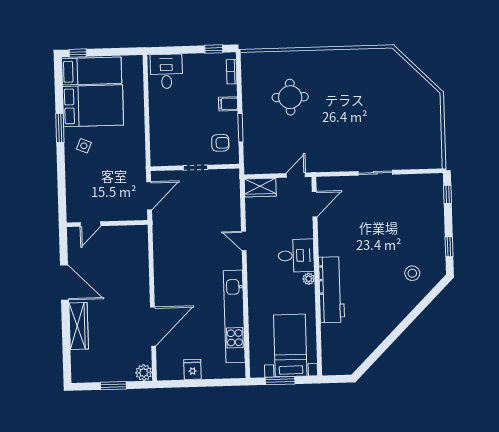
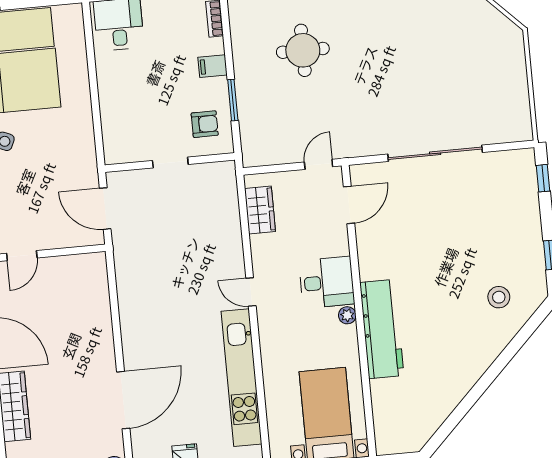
sliding door: (375, 173) -> (435, 153), width x1.86
wardrobe: (260, 188) -> (260, 210), moved, turned -90
door: (149, 196) -> (105, 209), swing flipped
door: (244, 241) -> (251, 292), moved

